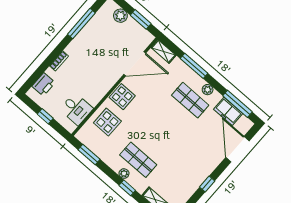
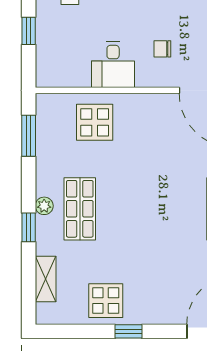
chair: (101, 67) -> (162, 49), added
display table: (122, 97) -> (106, 301), moved
desk: (76, 109) -> (113, 65), moved

